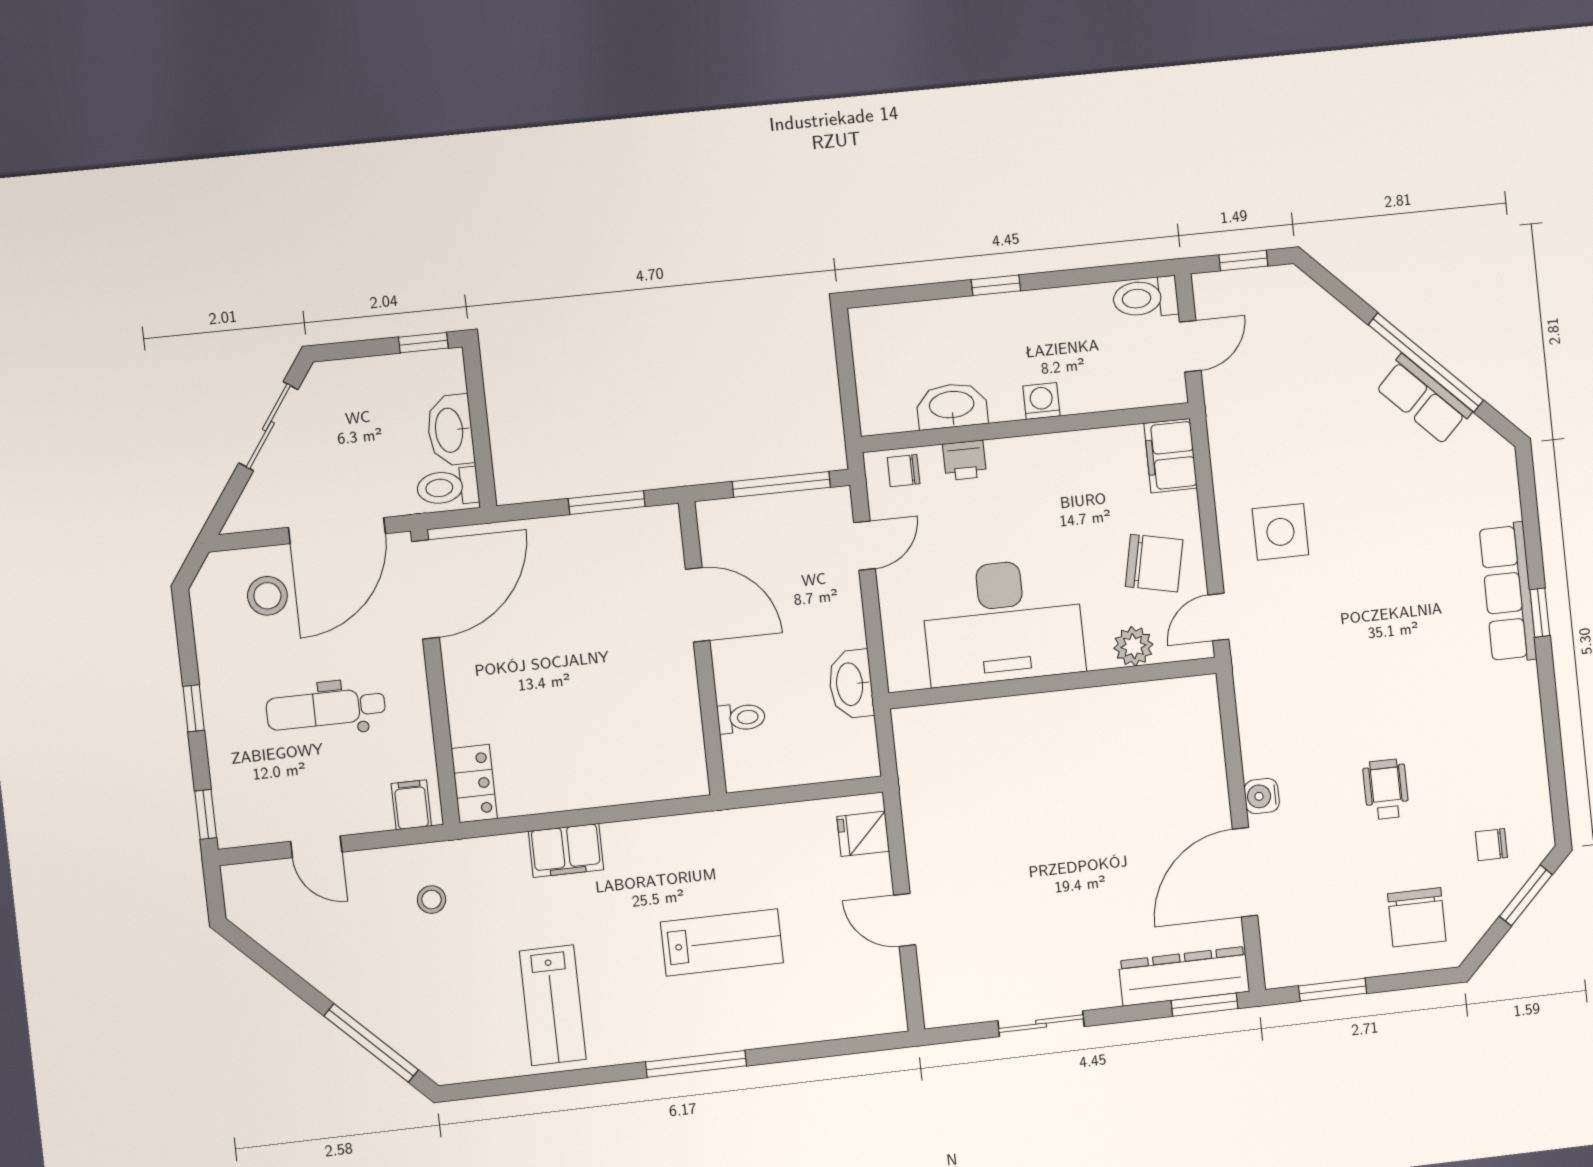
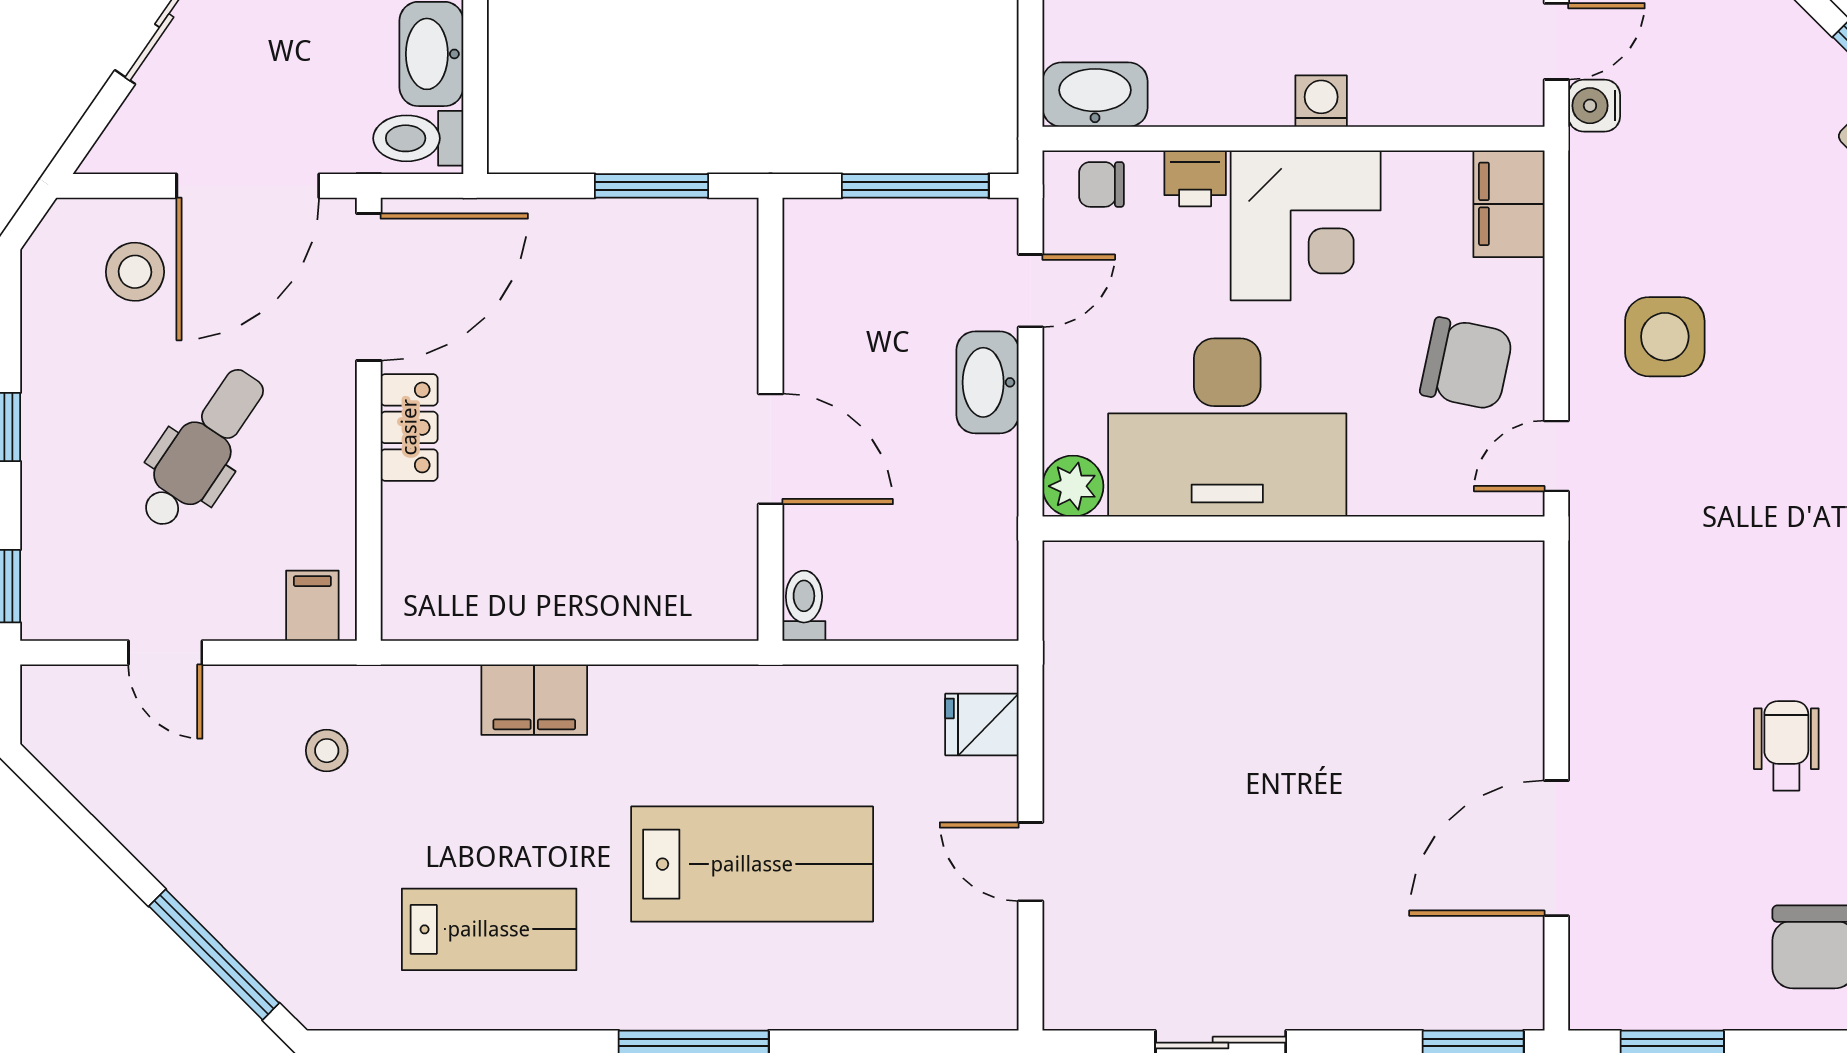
washbasin: (952, 406) -> (1095, 95), moved
corner desk: (1040, 484) -> (1306, 225), added
door: (698, 605) -> (771, 449), moved
plant: (1133, 646) -> (1073, 486), moved
washbasin: (851, 684) -> (988, 382), moved
dental chair: (326, 709) -> (202, 449), turned 124
toilet: (741, 718) -> (804, 606), moved, turned -90
locker: (474, 784) -> (409, 427), moved
water cooler: (1262, 796) -> (1594, 106), moved
lab bench: (722, 942) -> (752, 864), width x1.36, depth x1.39
dresser: (1184, 976) -> (1446, 996), removed
lab bench: (553, 1005) -> (489, 929), turned -90

